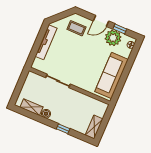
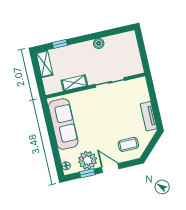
door: (101, 21) -> (110, 168), hinge flipped
tv unit: (46, 42) -> (149, 116), width x0.71
shelving: (32, 107) -> (74, 83), moved
window: (63, 129) -> (60, 44), moved

